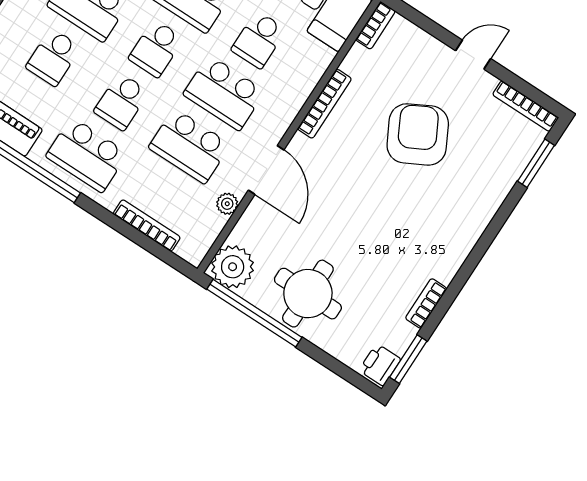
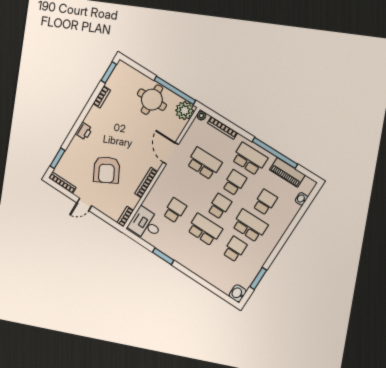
school desk: (224, 93) -> (189, 187), removed
plant: (227, 204) -> (201, 116), moved
printer: (380, 365) -> (84, 131), moved

